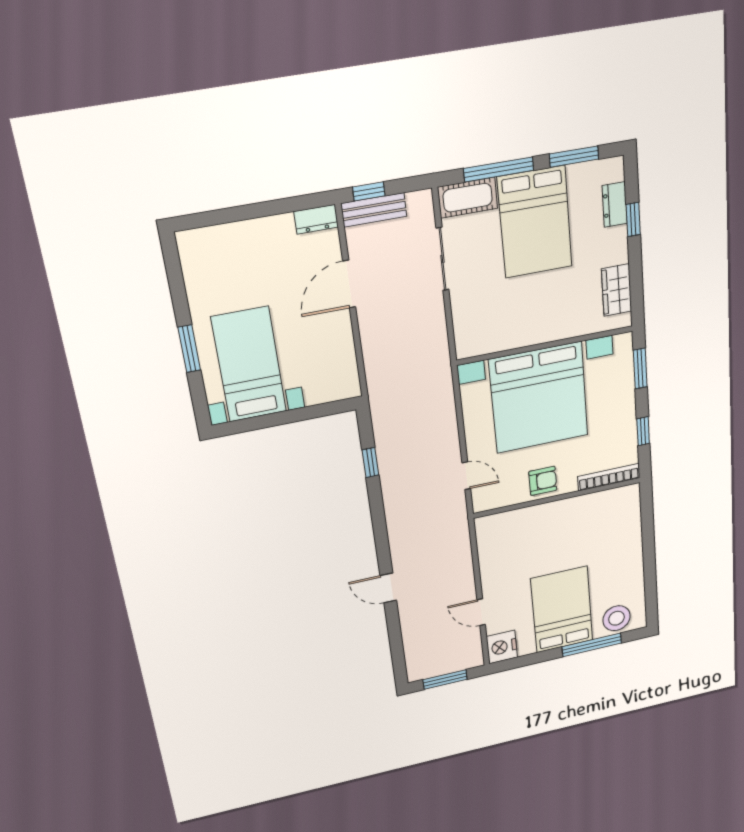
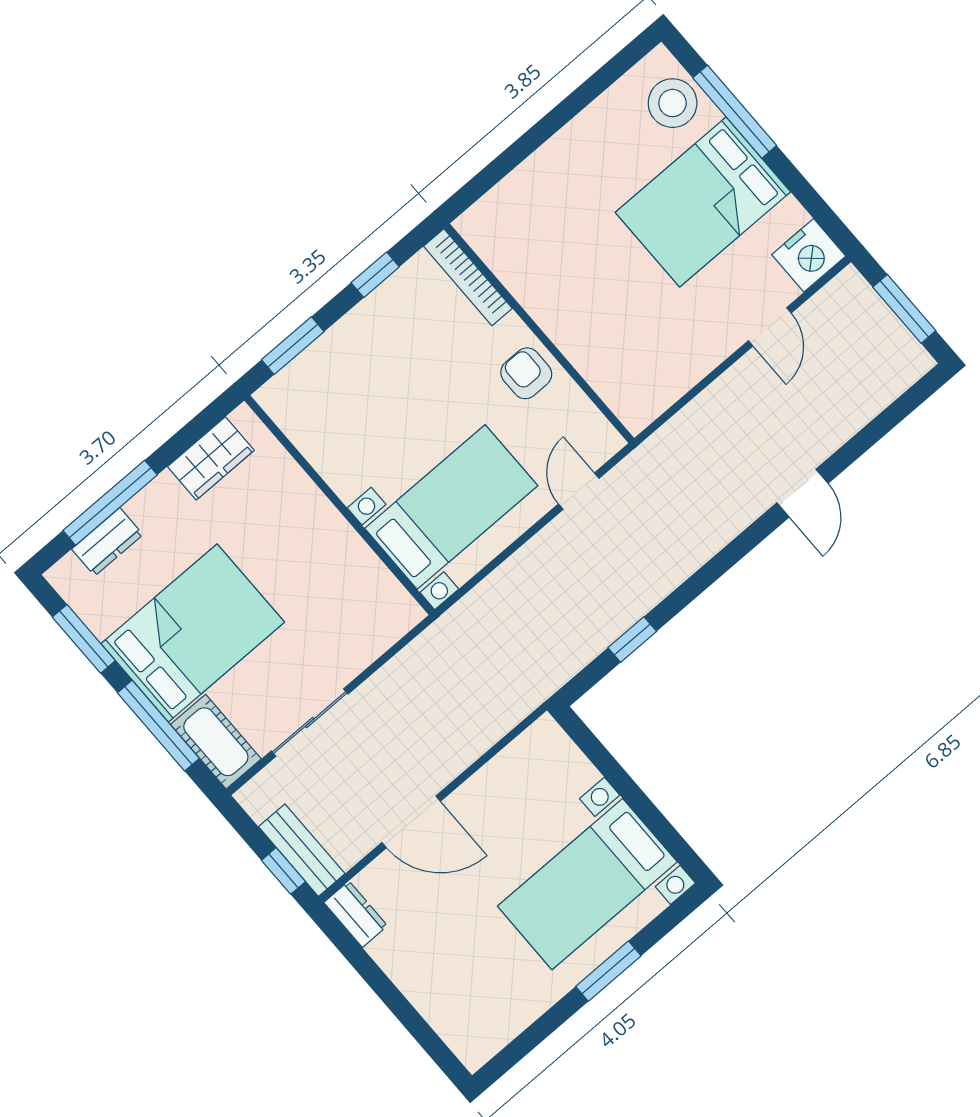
window: (633, 219) -> (110, 503), width x2.17
bed with nightstands: (539, 398) -> (451, 507), width x0.54

